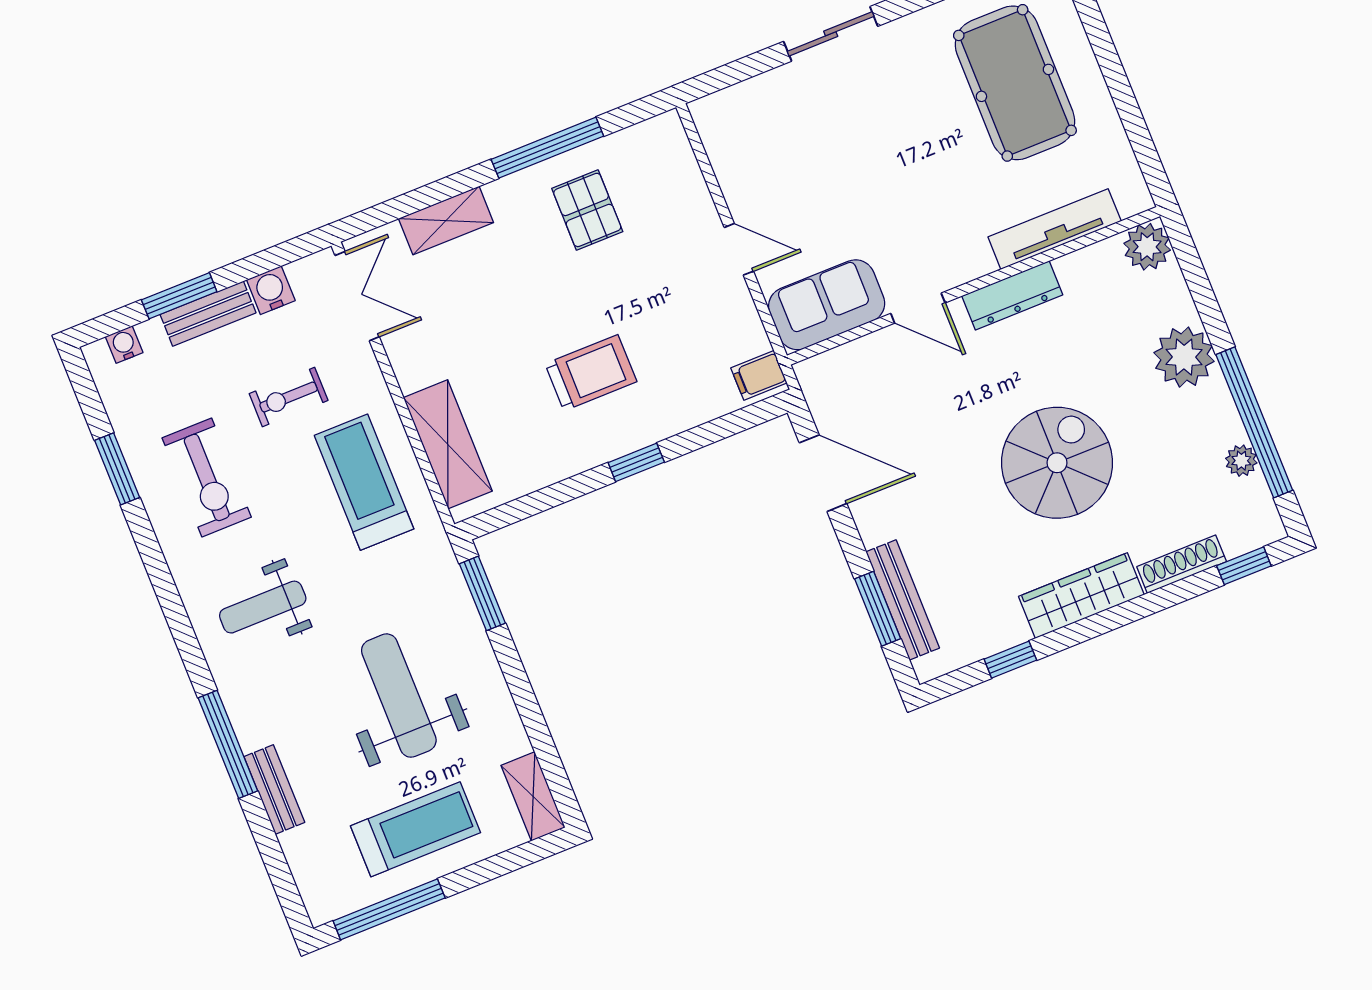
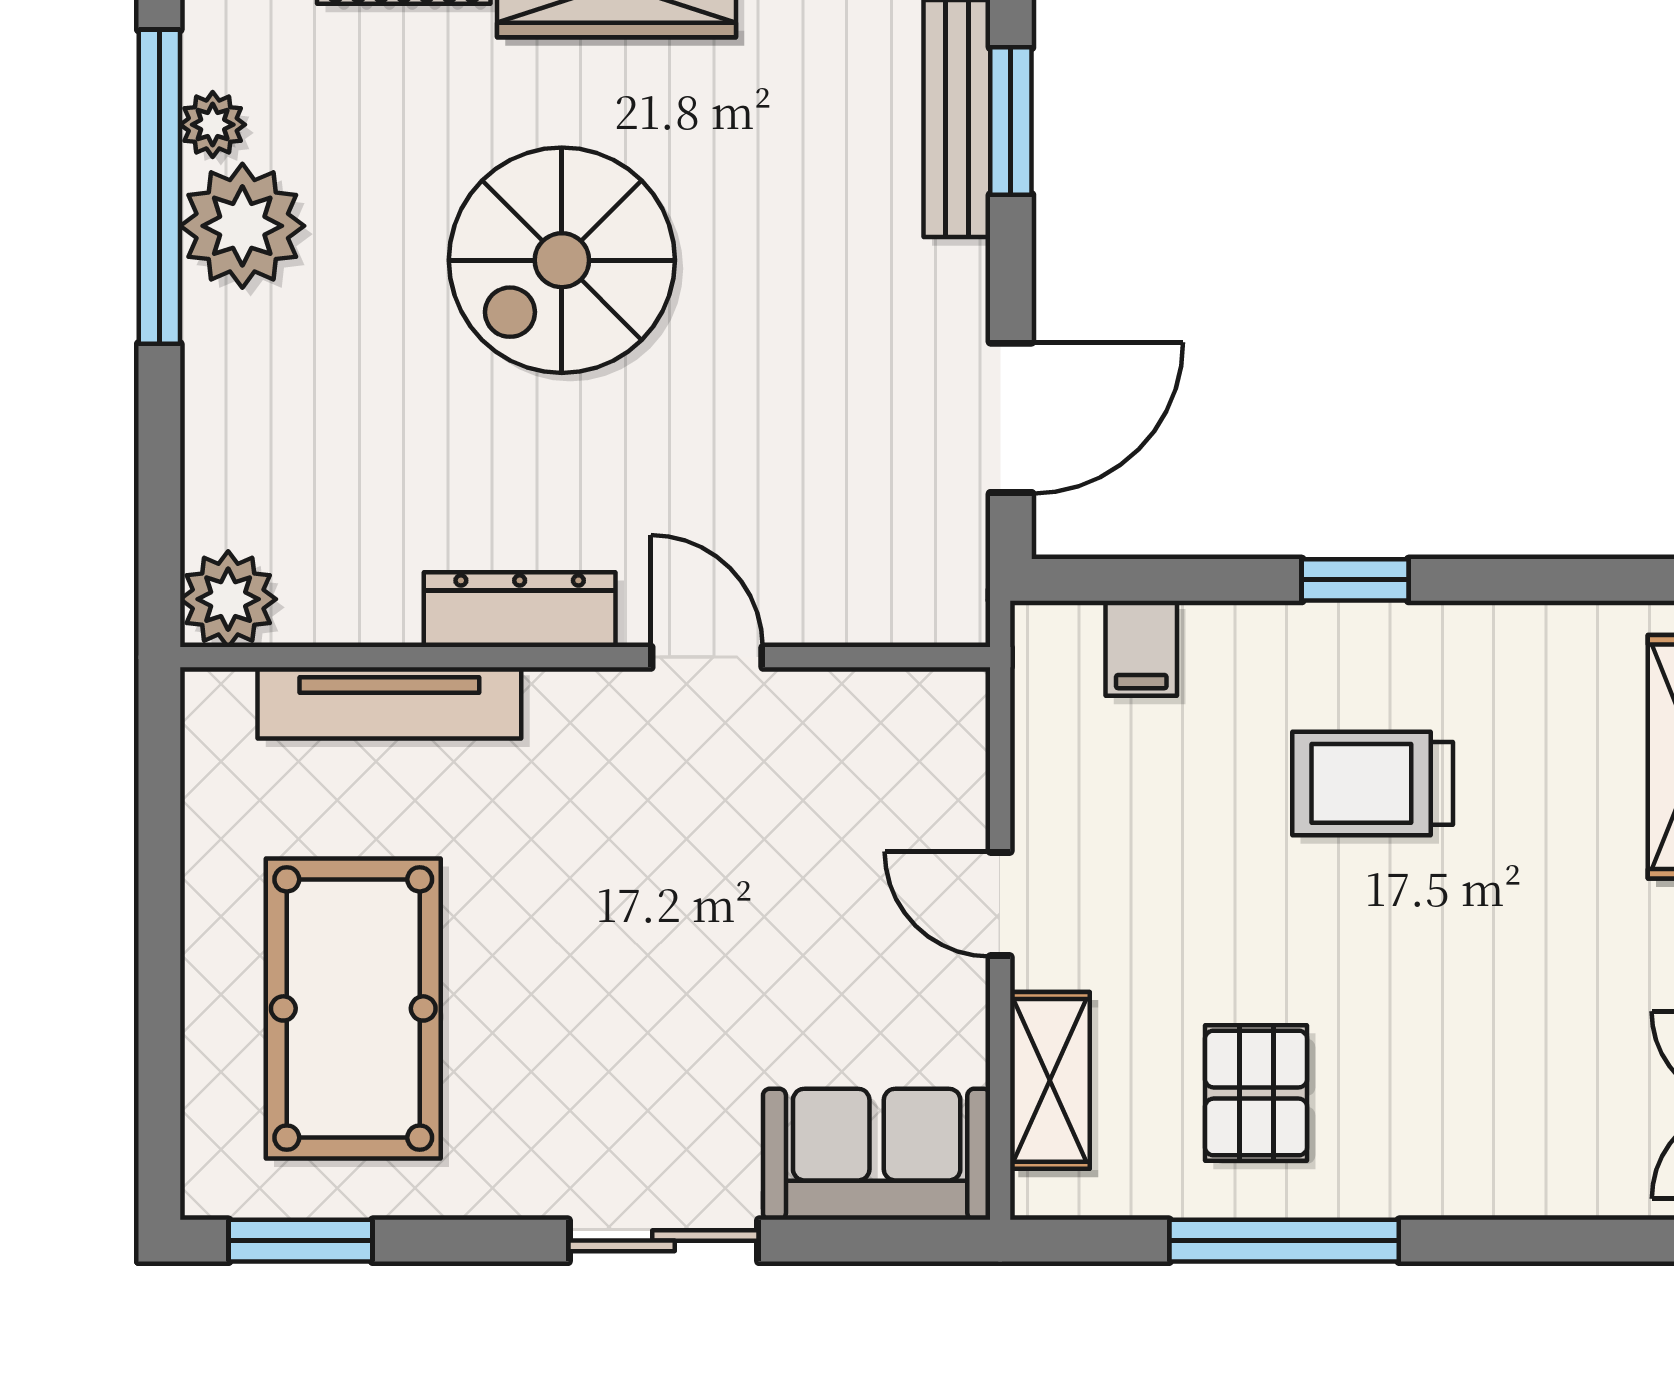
shelving: (446, 221) -> (1050, 1080), moved, turned 90
sofa: (827, 305) -> (877, 1154), moved, turned 180
plant: (1184, 357) -> (242, 226), moved
filing cabinet: (759, 375) -> (1141, 648), moved, turned 90
door: (823, 473) -> (1011, 418), swing flipped

